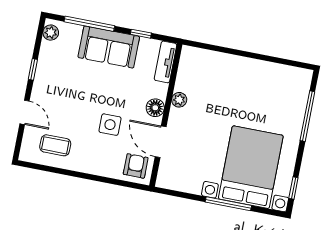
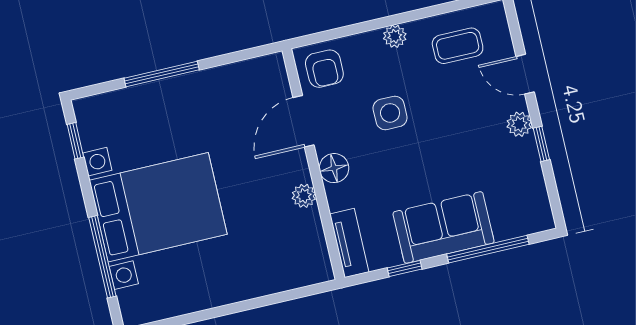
plant: (51, 33) -> (519, 124), moved
door: (161, 142) -> (303, 121), swing flipped
plant: (88, 166) -> (395, 36), added
bed with nightstands: (251, 167) -> (158, 207), moved, turned -90

